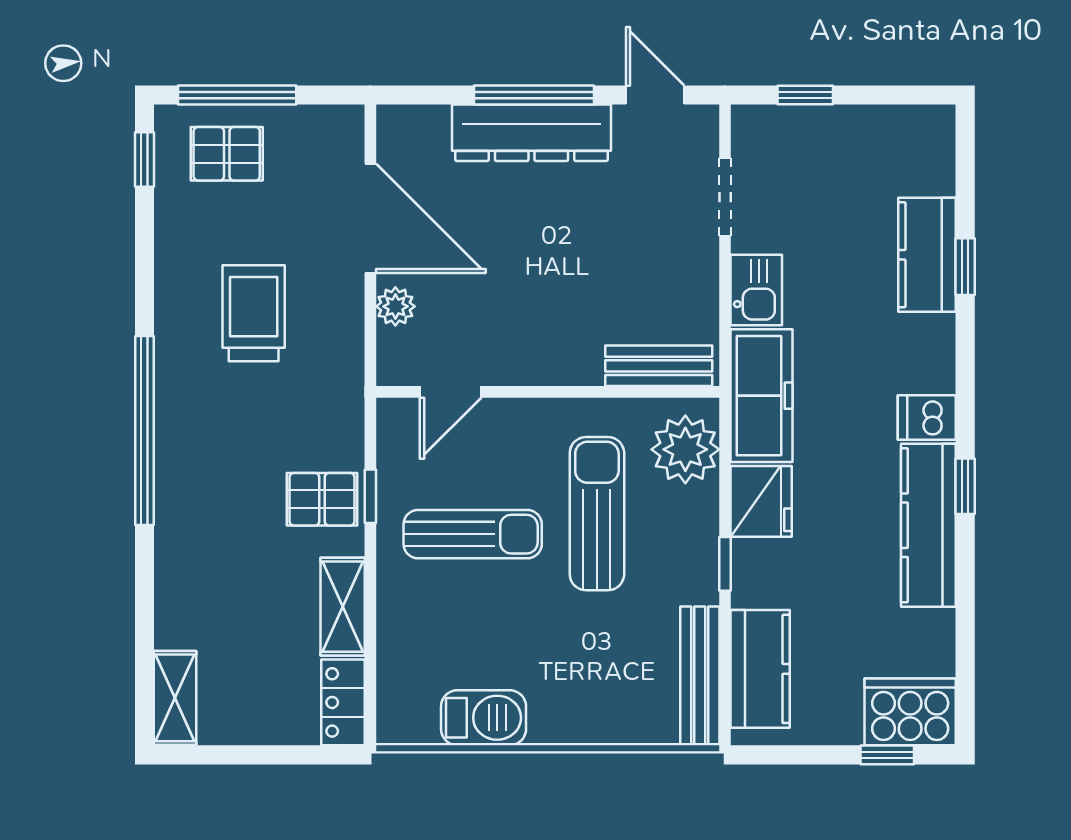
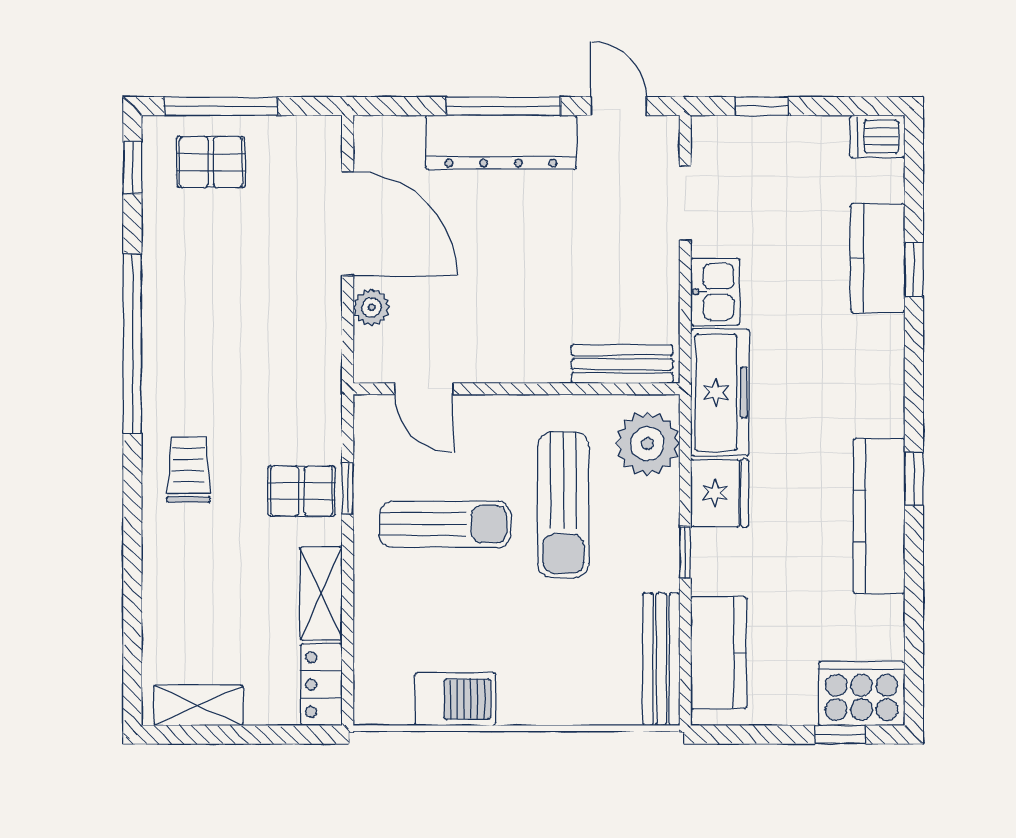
trolley: (254, 313) -> (188, 469), moved, width x0.73, depth x0.72
door: (451, 392) -> (424, 389), hinge flipped
dishwasher: (927, 417) -> (877, 136), moved
window: (144, 431) -> (132, 343), moved
sun lounger: (597, 514) -> (563, 505), turned 180
shelving: (175, 698) -> (199, 705), moved, turned 90

